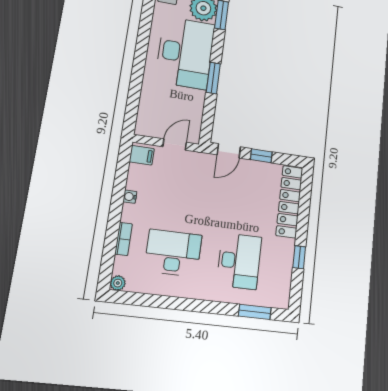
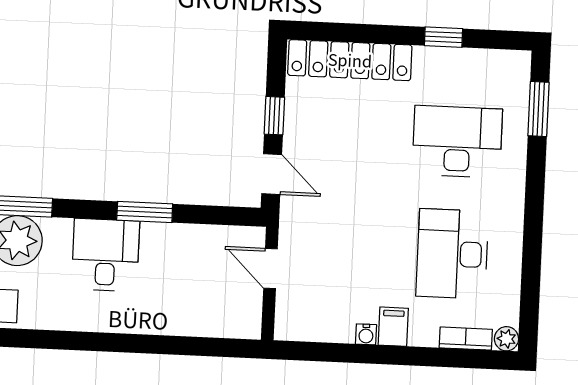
desk: (185, 53) -> (106, 255), width x0.53, depth x0.77
filing cabinet: (142, 155) -> (393, 327), moved
bookcase: (124, 239) -> (466, 339), moved

